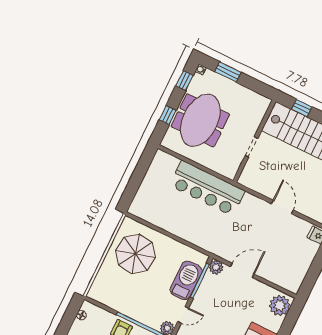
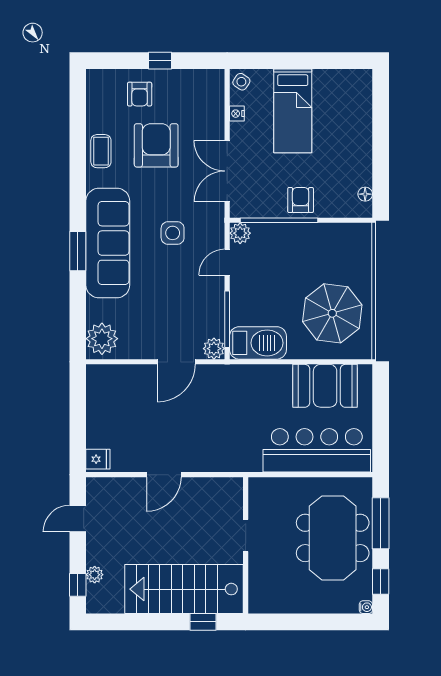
window: (228, 72) -> (327, 622), removed
window: (168, 115) -> (381, 523), width x2.17
bar counter: (207, 188) -> (317, 450), moved
door: (282, 207) -> (164, 475), hinge flipped
booth: (161, 213) -> (325, 386), added
barbecue: (186, 280) -> (258, 343), moved, turned -90

